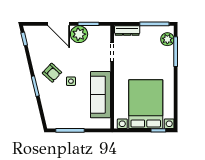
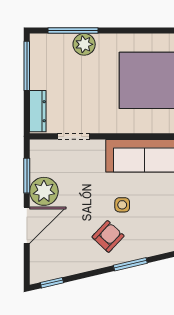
plant: (167, 39) -> (84, 44), moved

